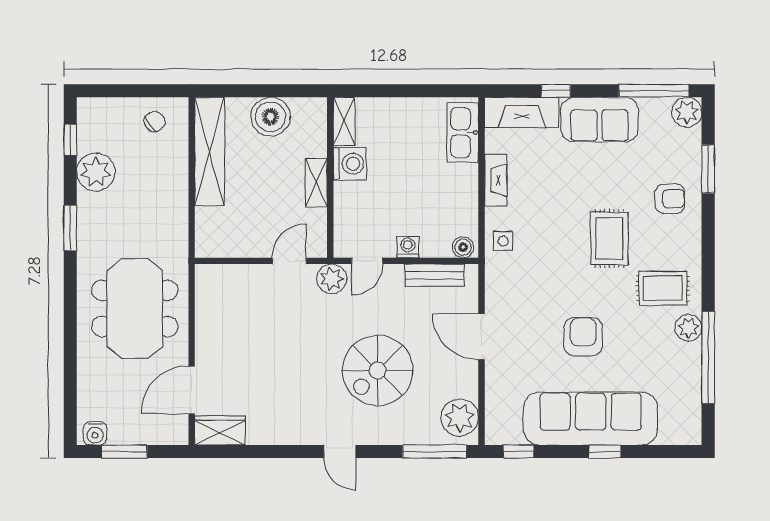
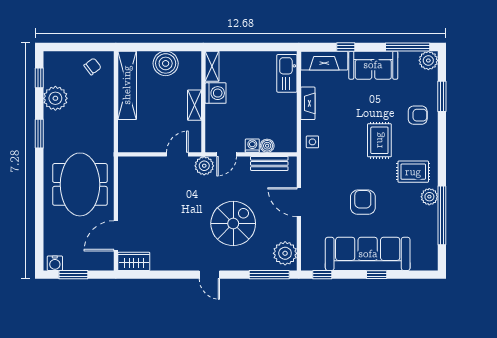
boiler: (463, 247) -> (267, 146), moved
spiral stairs: (378, 370) -> (233, 223), turned 180

